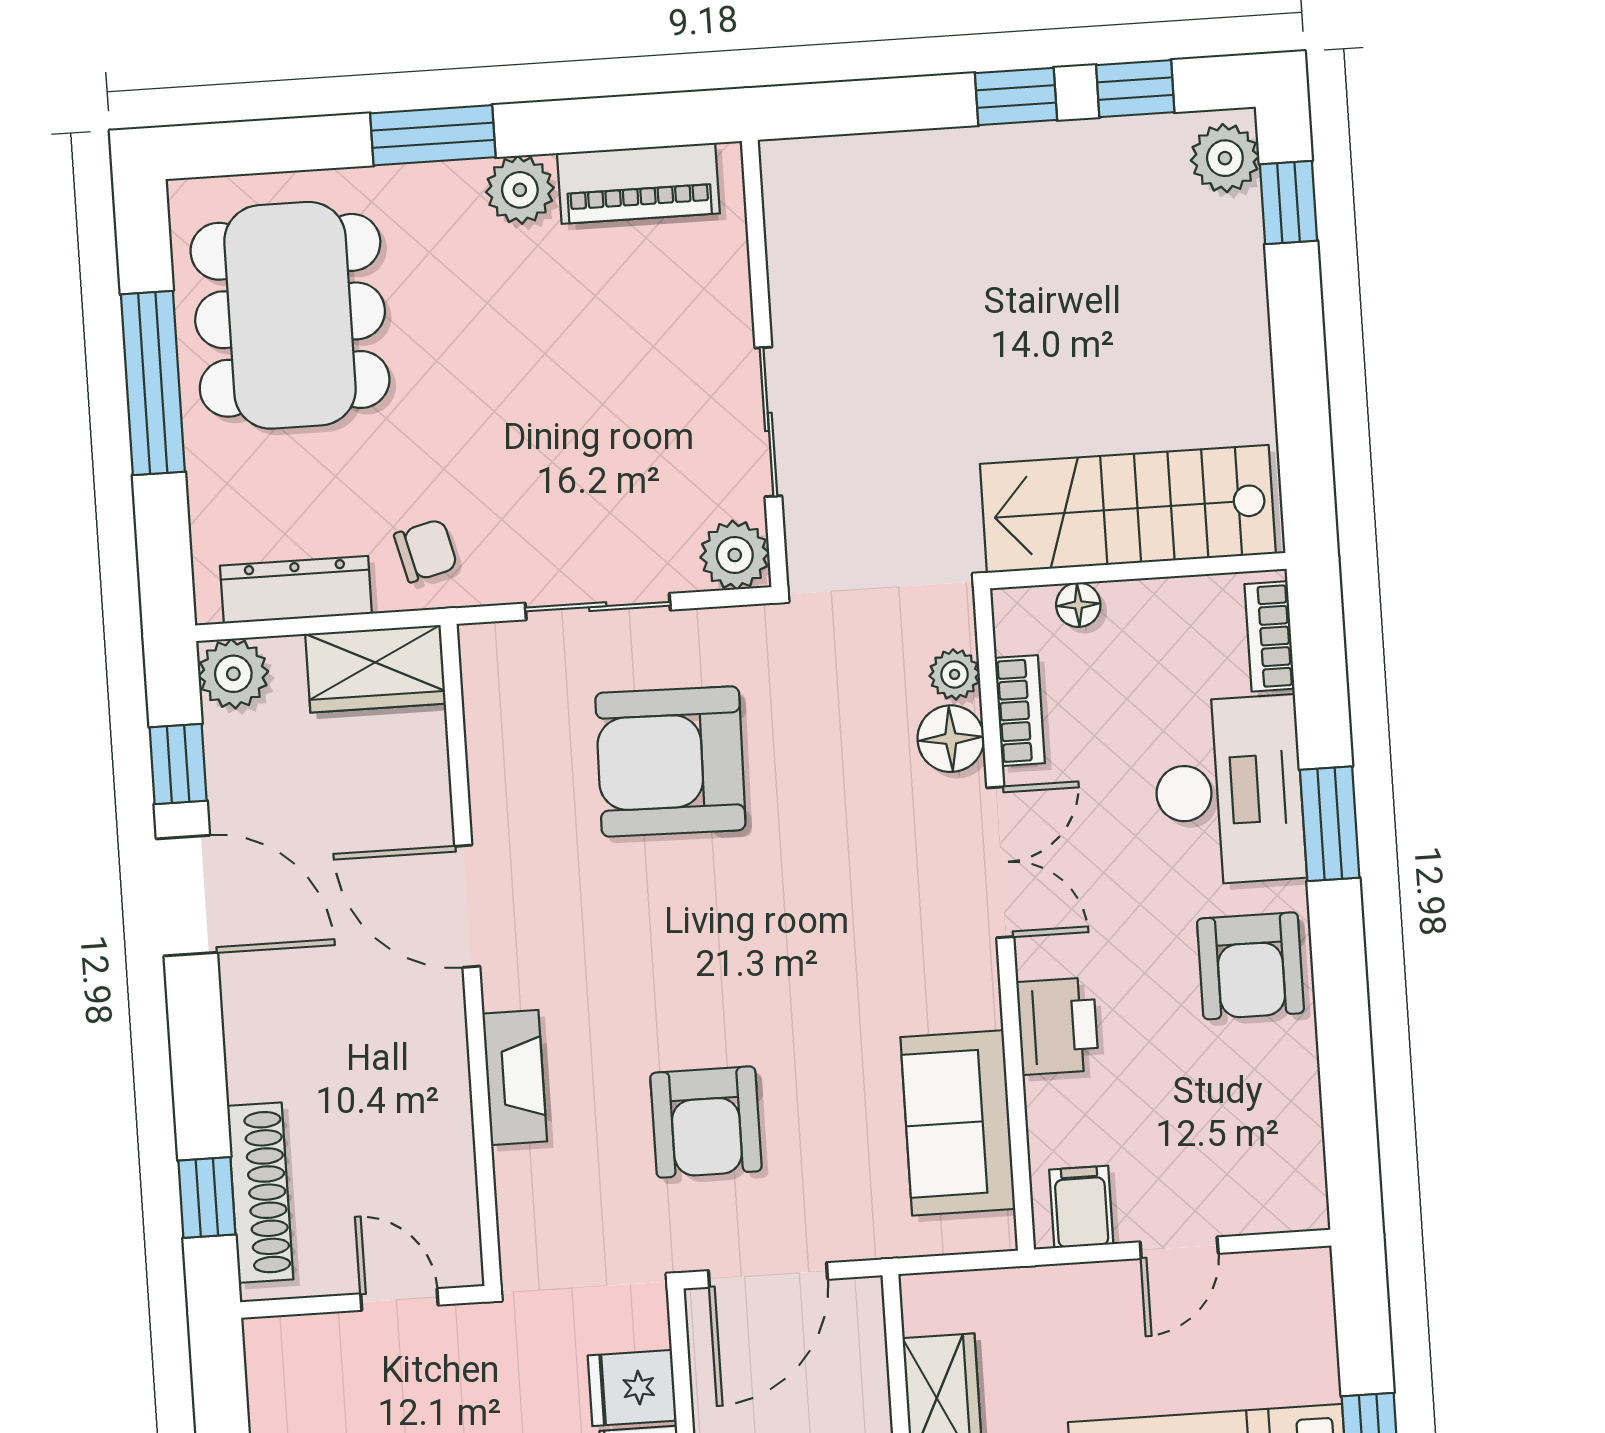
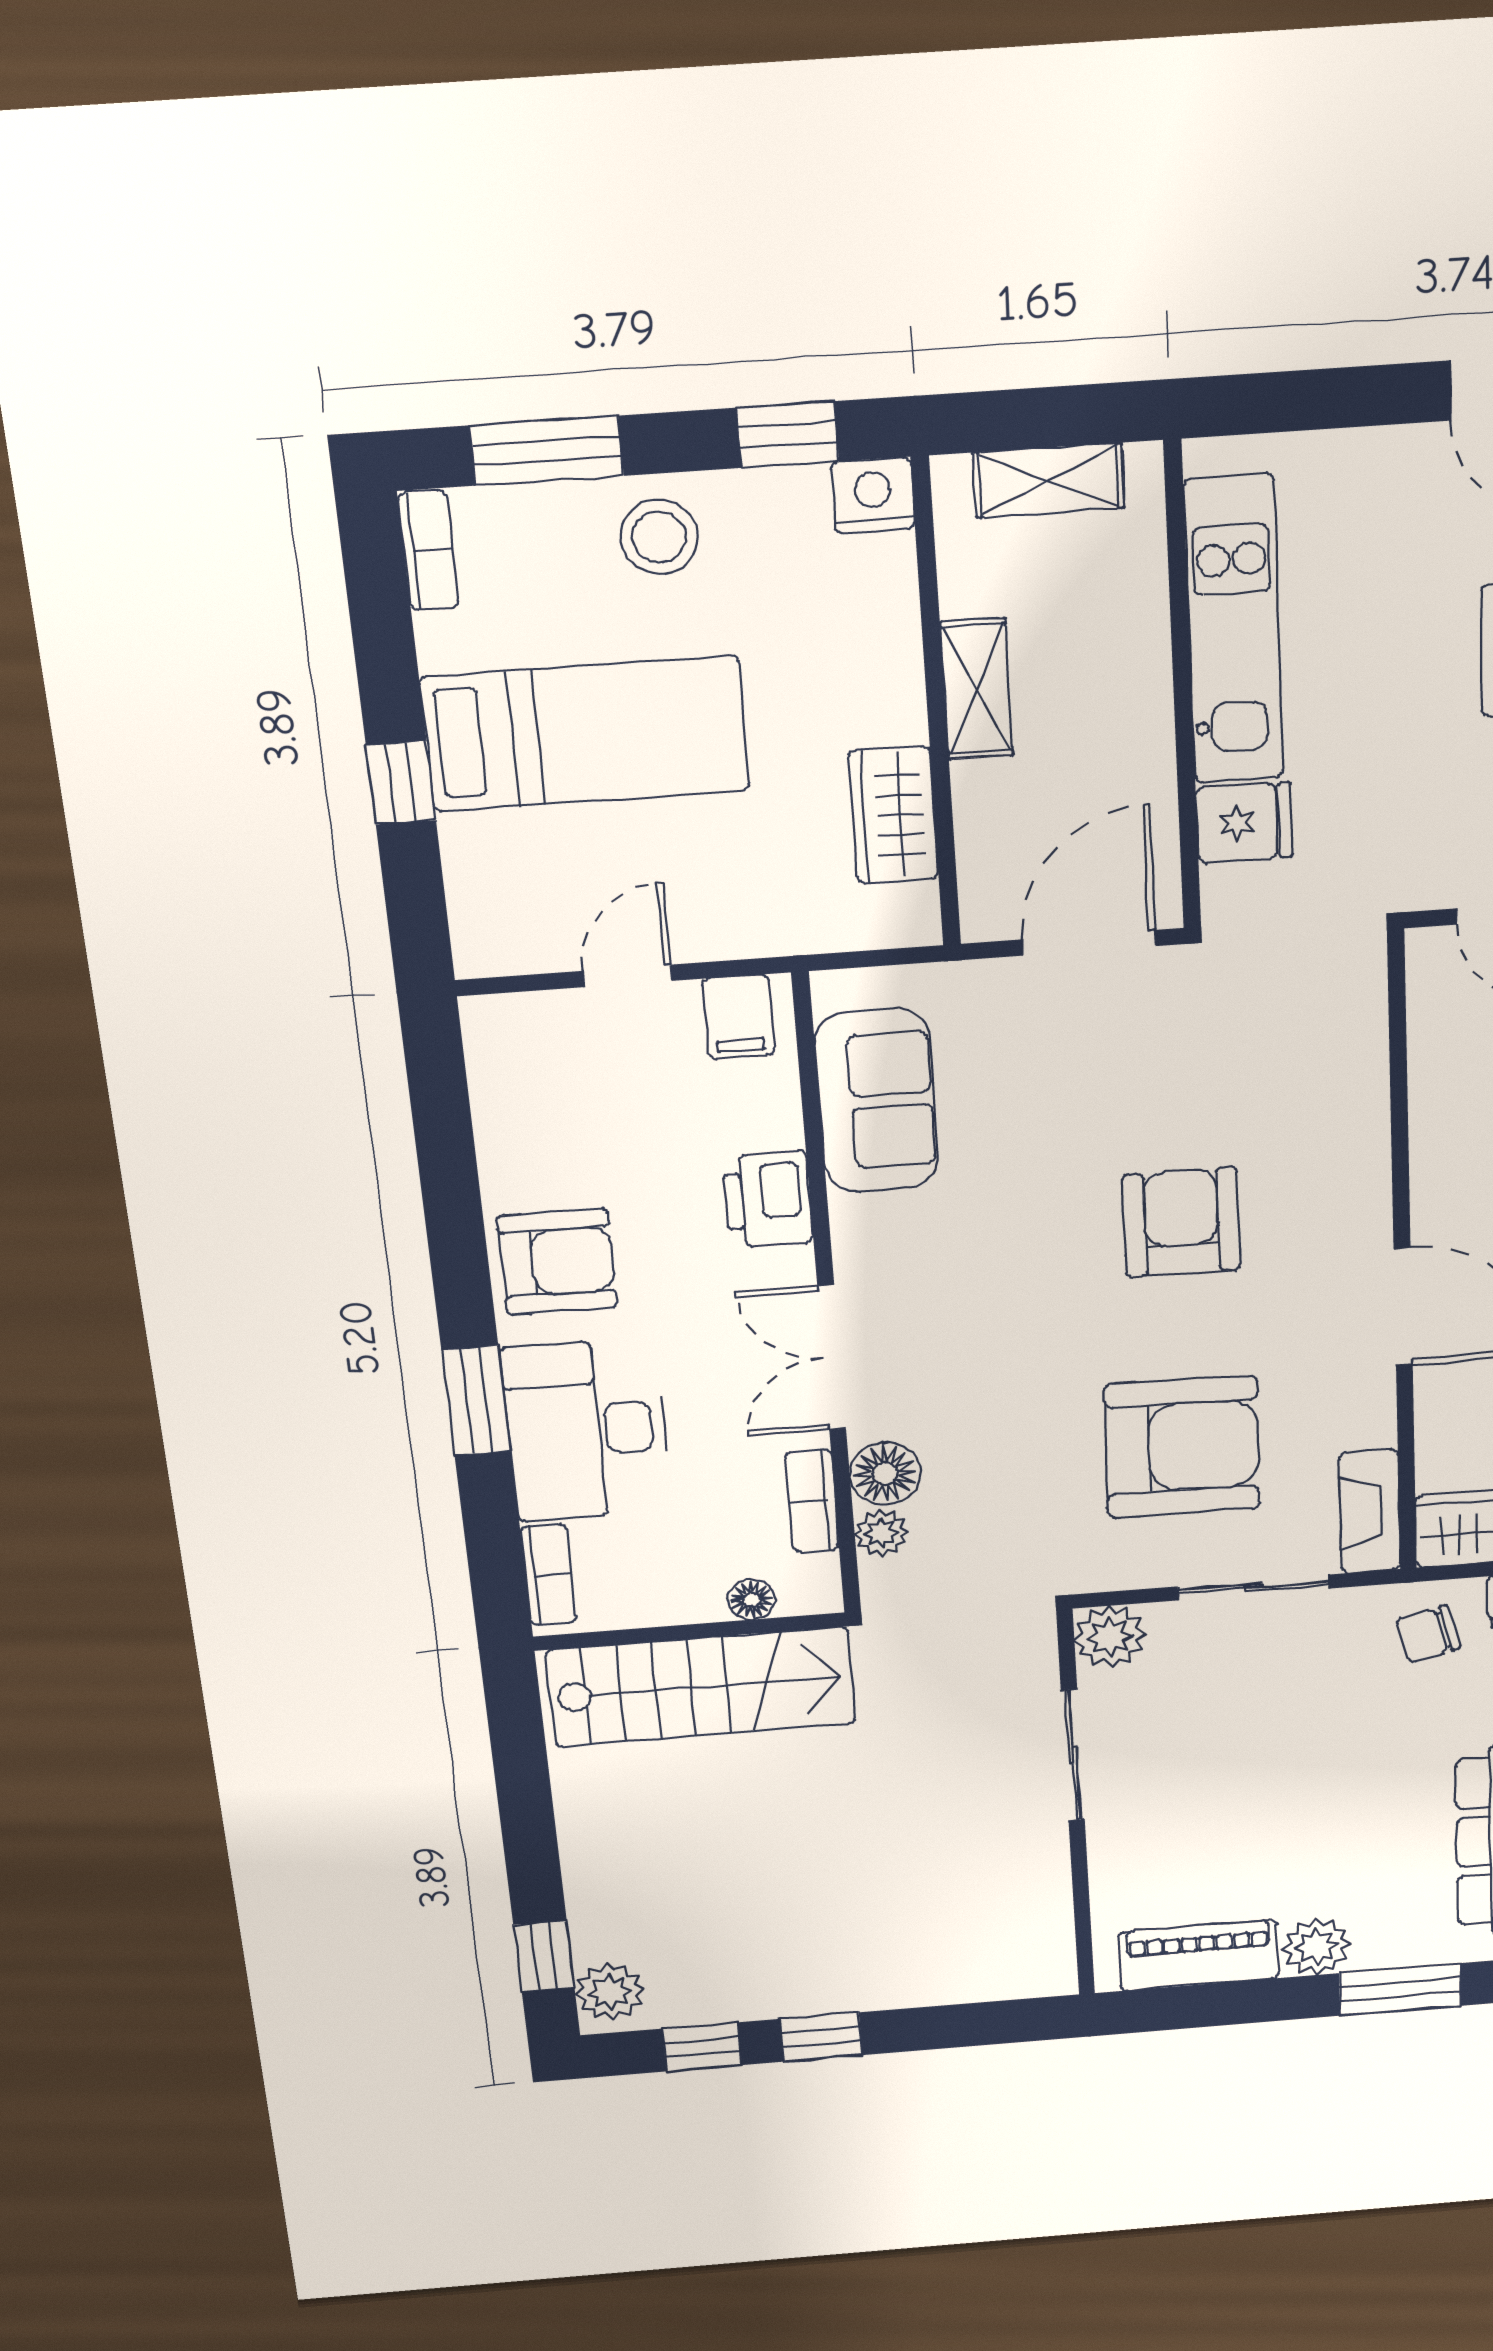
armchair: (1250, 966) -> (557, 1262), turned 90
fireplace: (515, 1078) -> (1370, 1512), moved
armchair: (706, 1122) -> (1182, 1222), moved

